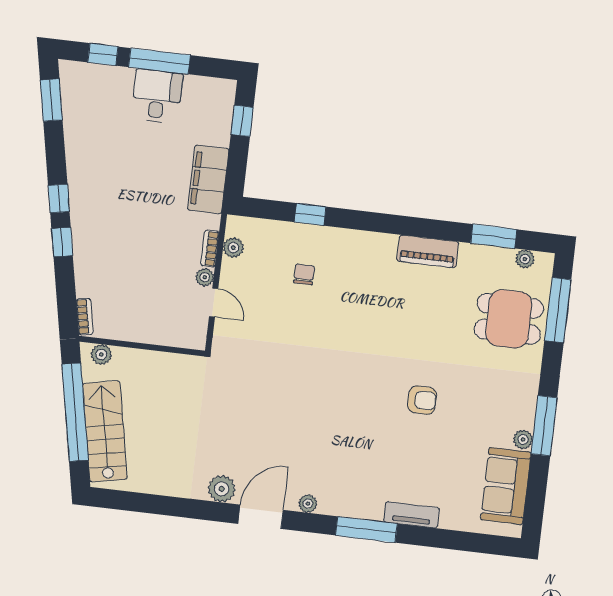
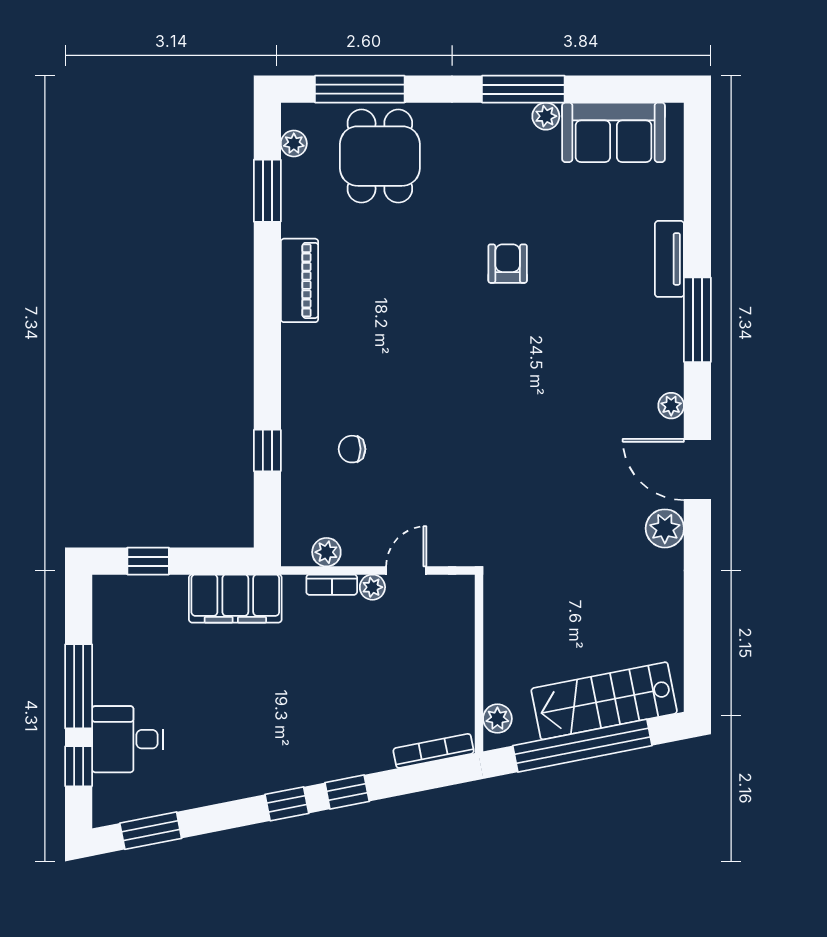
desk: (157, 96) -> (128, 739), moved
bookcase: (85, 317) -> (433, 751), width x1.56

